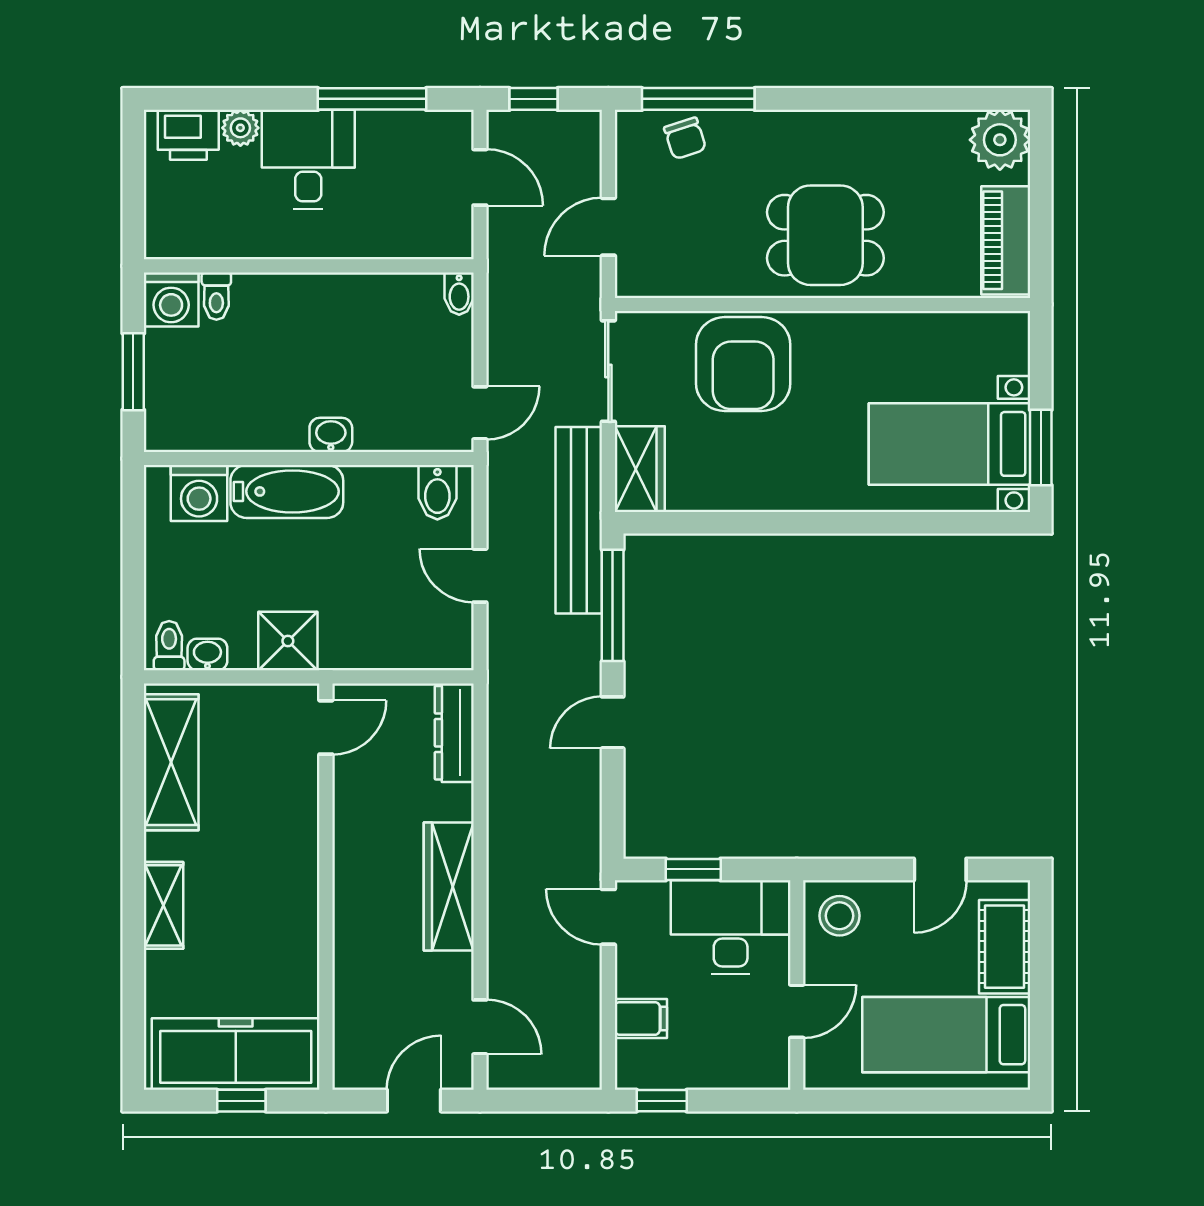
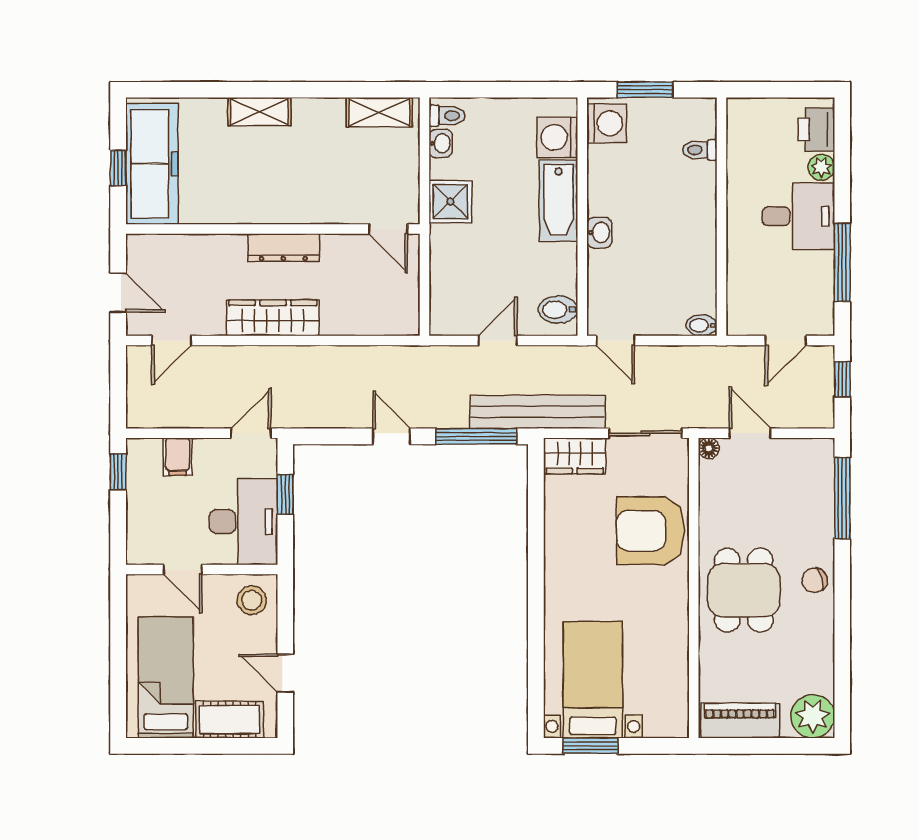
chair: (685, 138) -> (815, 580), moved
floor lamp: (629, 284) -> (709, 448), added
washing machine: (171, 300) -> (607, 123), moved, turned 180
dresser: (454, 733) -> (283, 248), moved, turned 180
shelving: (171, 762) -> (379, 112), width x0.67, depth x0.75

